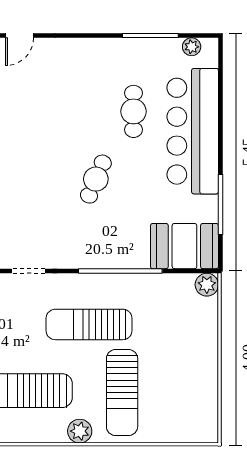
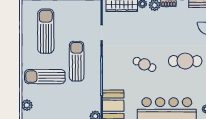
cafe table: (134, 111) -> (185, 61), moved, width x1.37, depth x1.35
plant: (80, 431) -> (27, 105), moved

